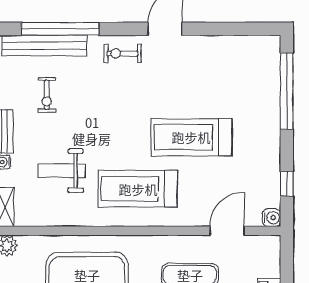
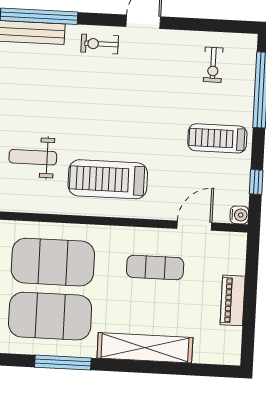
exercise bike: (47, 95) -> (213, 65), moved
treadmill: (191, 137) -> (217, 138), moved, width x0.73, depth x0.73

